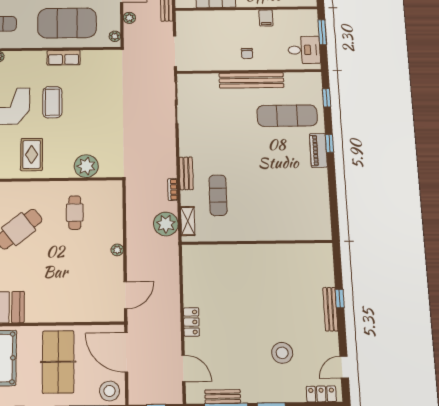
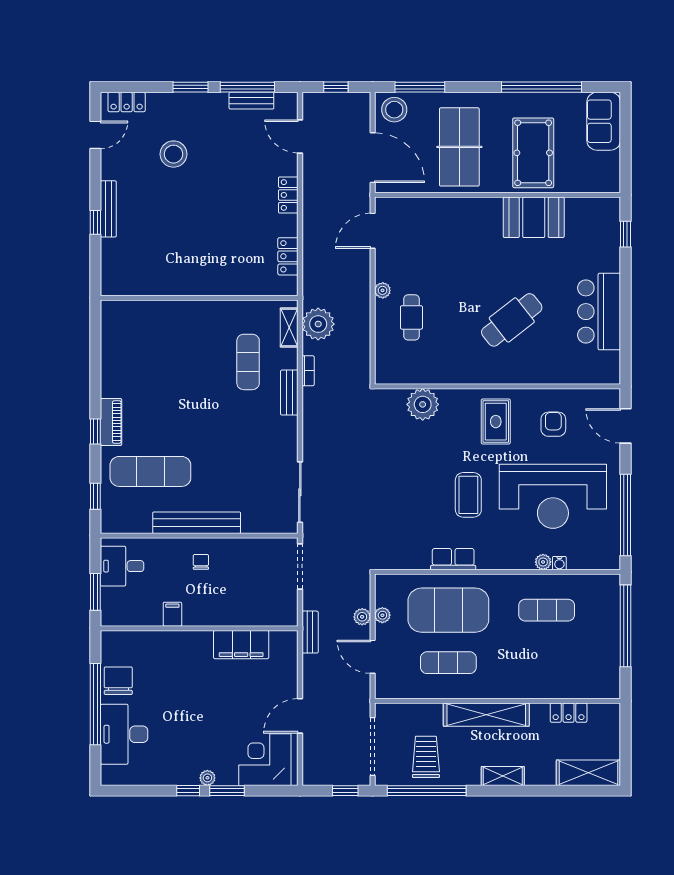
plant: (115, 36) -> (382, 615), moved
cafe table: (75, 213) -> (411, 317), moved
locker: (190, 275) -> (288, 256), added

